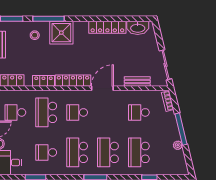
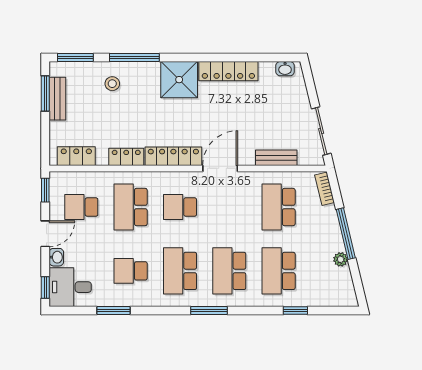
washbasin: (138, 28) -> (285, 69), width x0.52, depth x0.69
shower: (61, 33) -> (179, 80), moved
school desk: (139, 112) -> (279, 207), width x1.85

